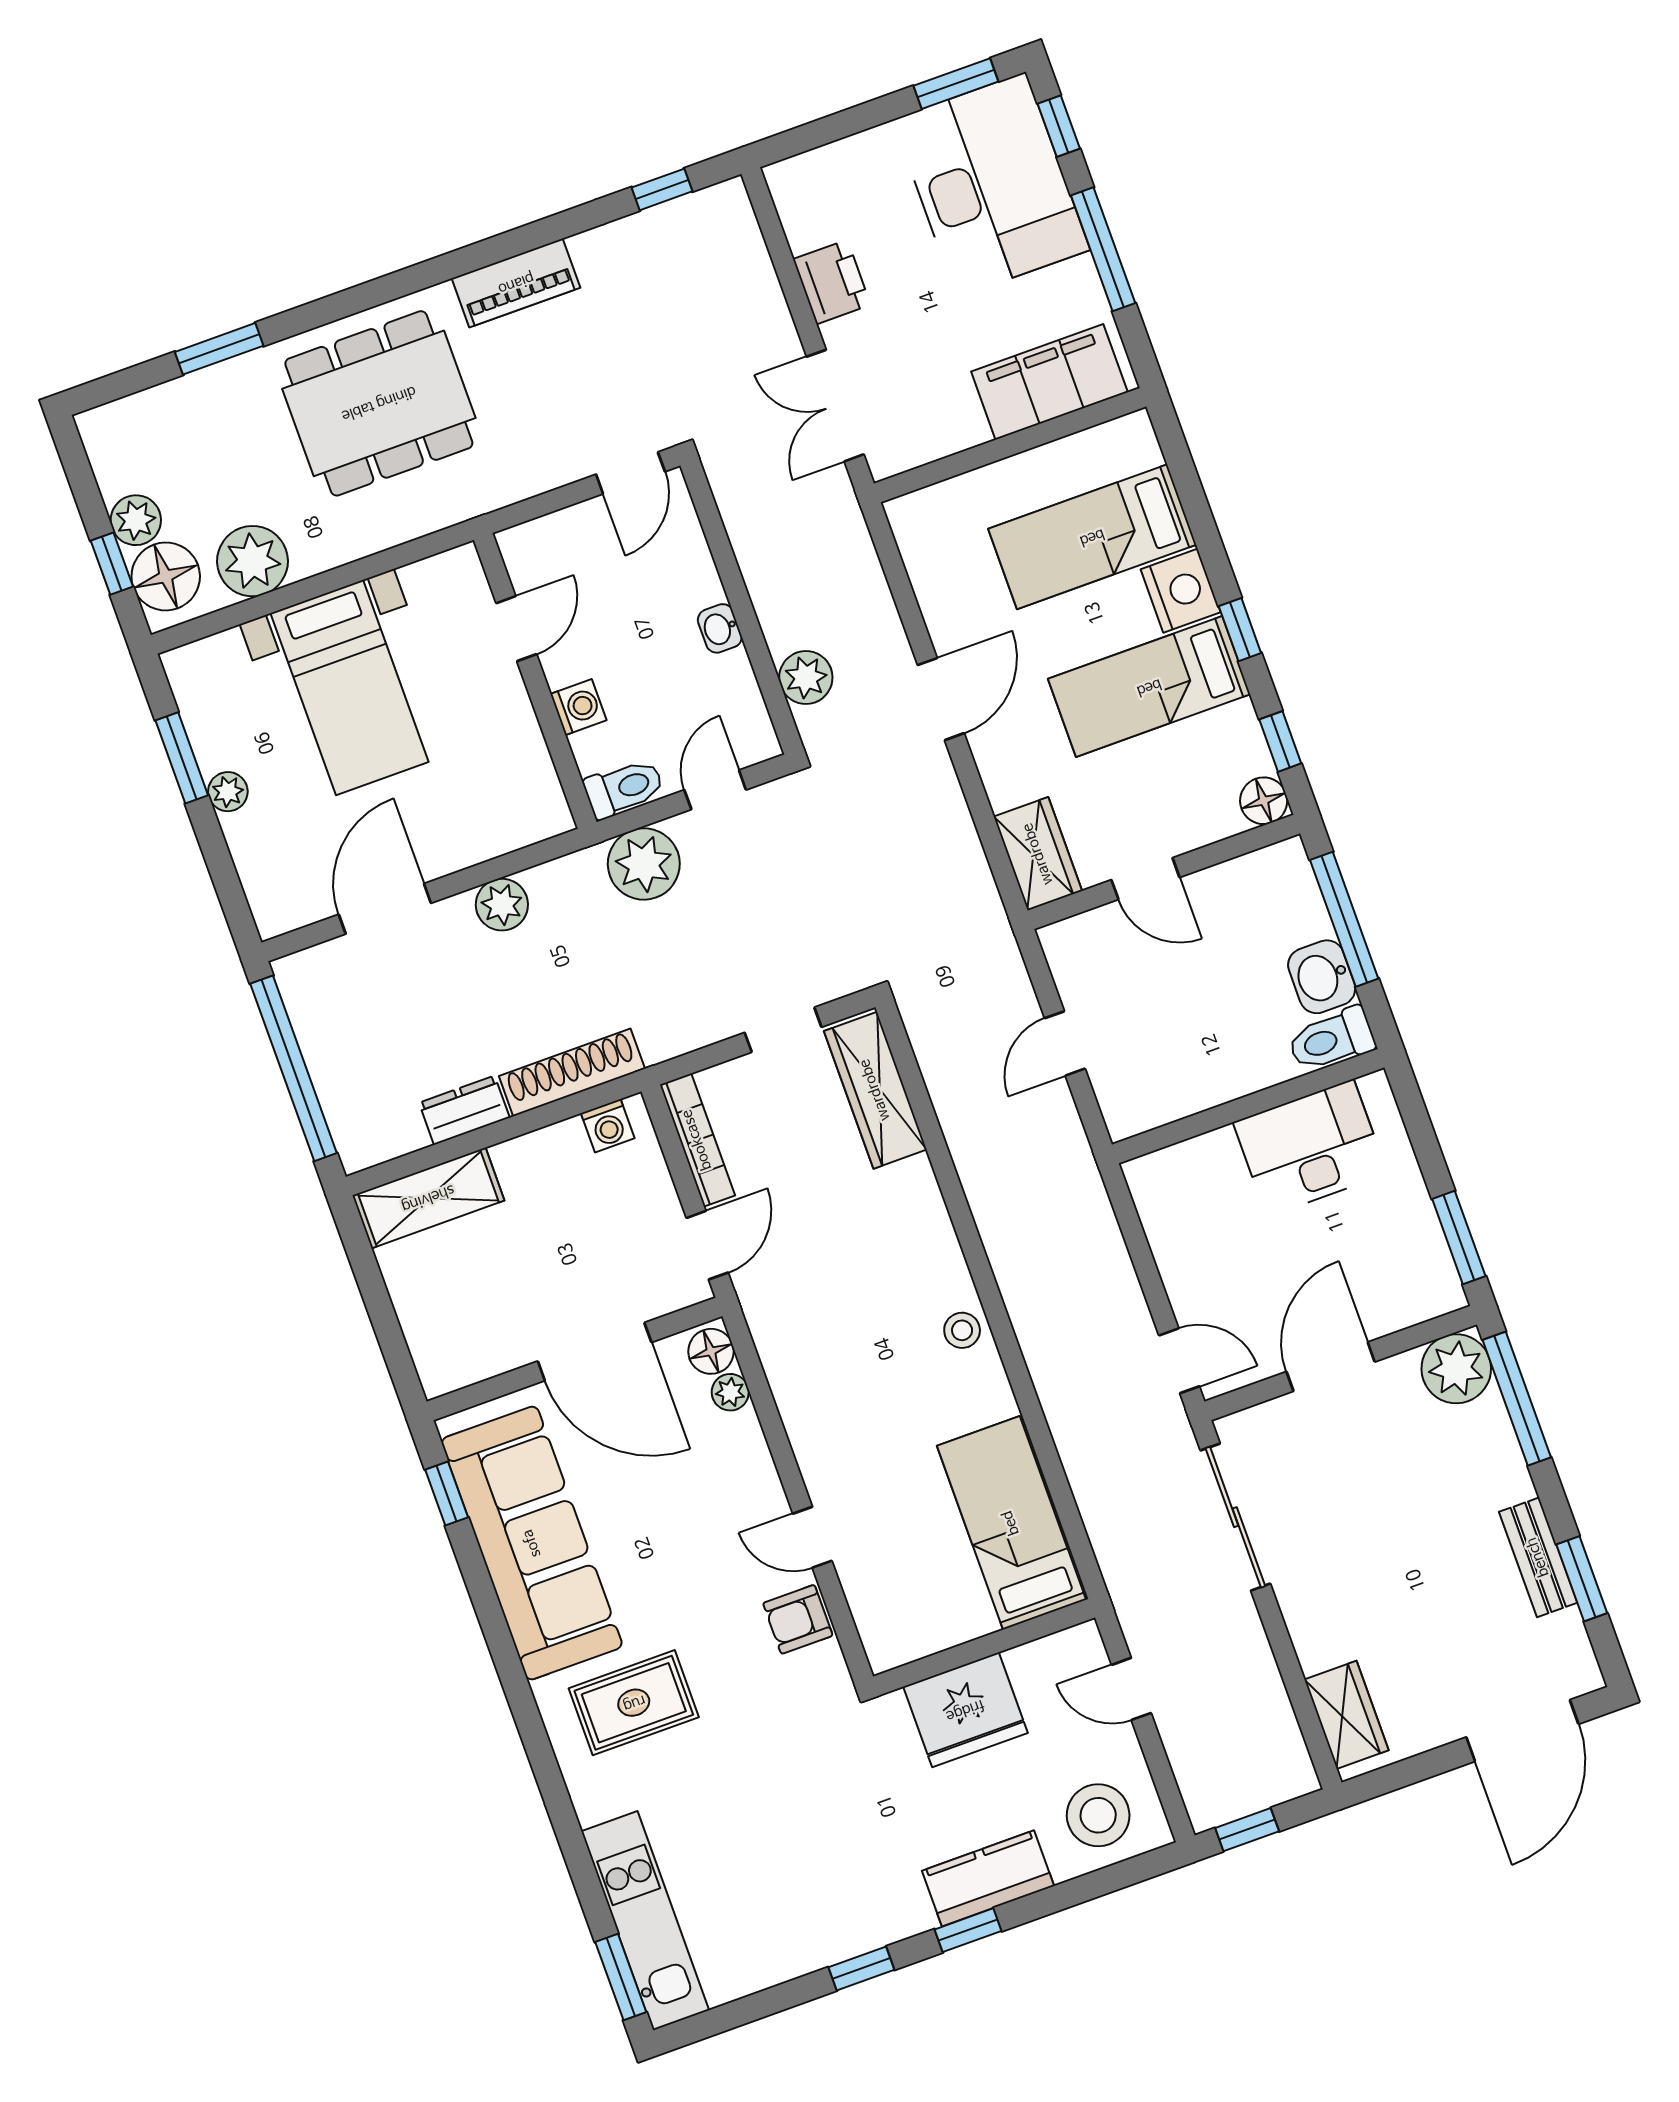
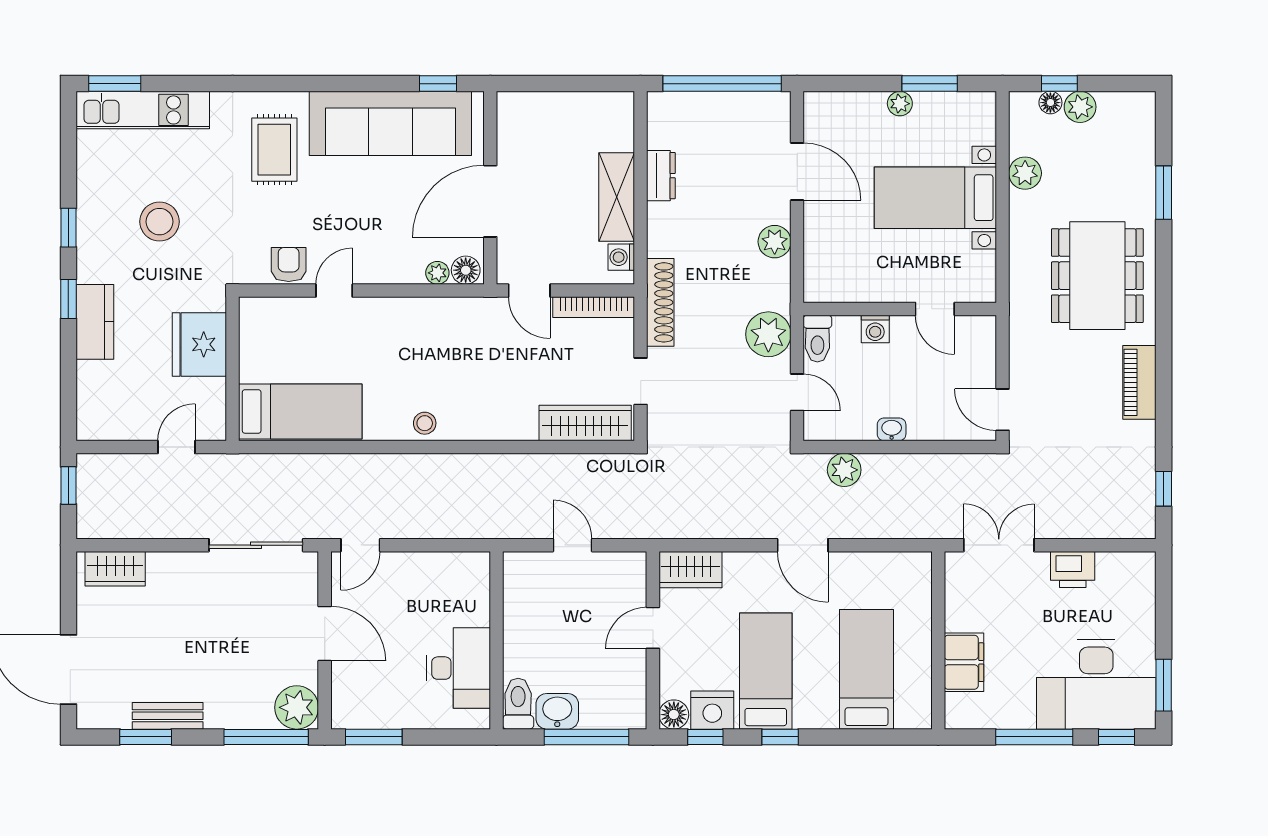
filing cabinet: (1049, 382) -> (964, 662), width x0.67, depth x0.86
plant: (253, 561) -> (1025, 173), width x0.73, depth x0.73
floor lamp: (166, 576) -> (1050, 103), width x0.53, depth x0.53
nightstand: (1181, 591) -> (712, 710), moved
shoe rack: (572, 1073) -> (660, 302), moved
shelving: (428, 1198) -> (617, 197), moved
stool: (1098, 1815) -> (160, 222), moved

